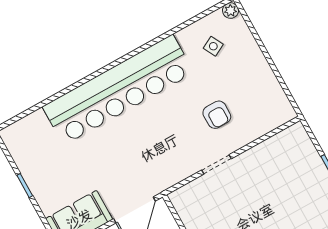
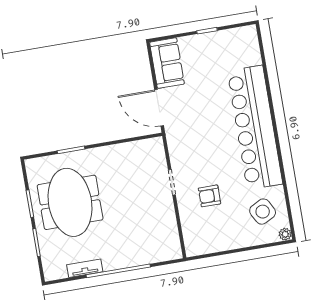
side table: (213, 46) -> (263, 212), width x1.87, depth x1.87

